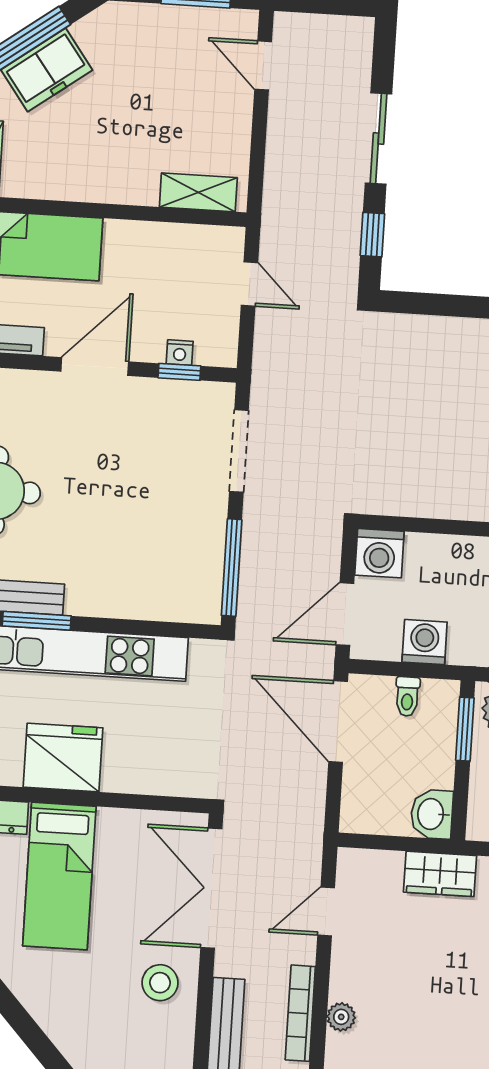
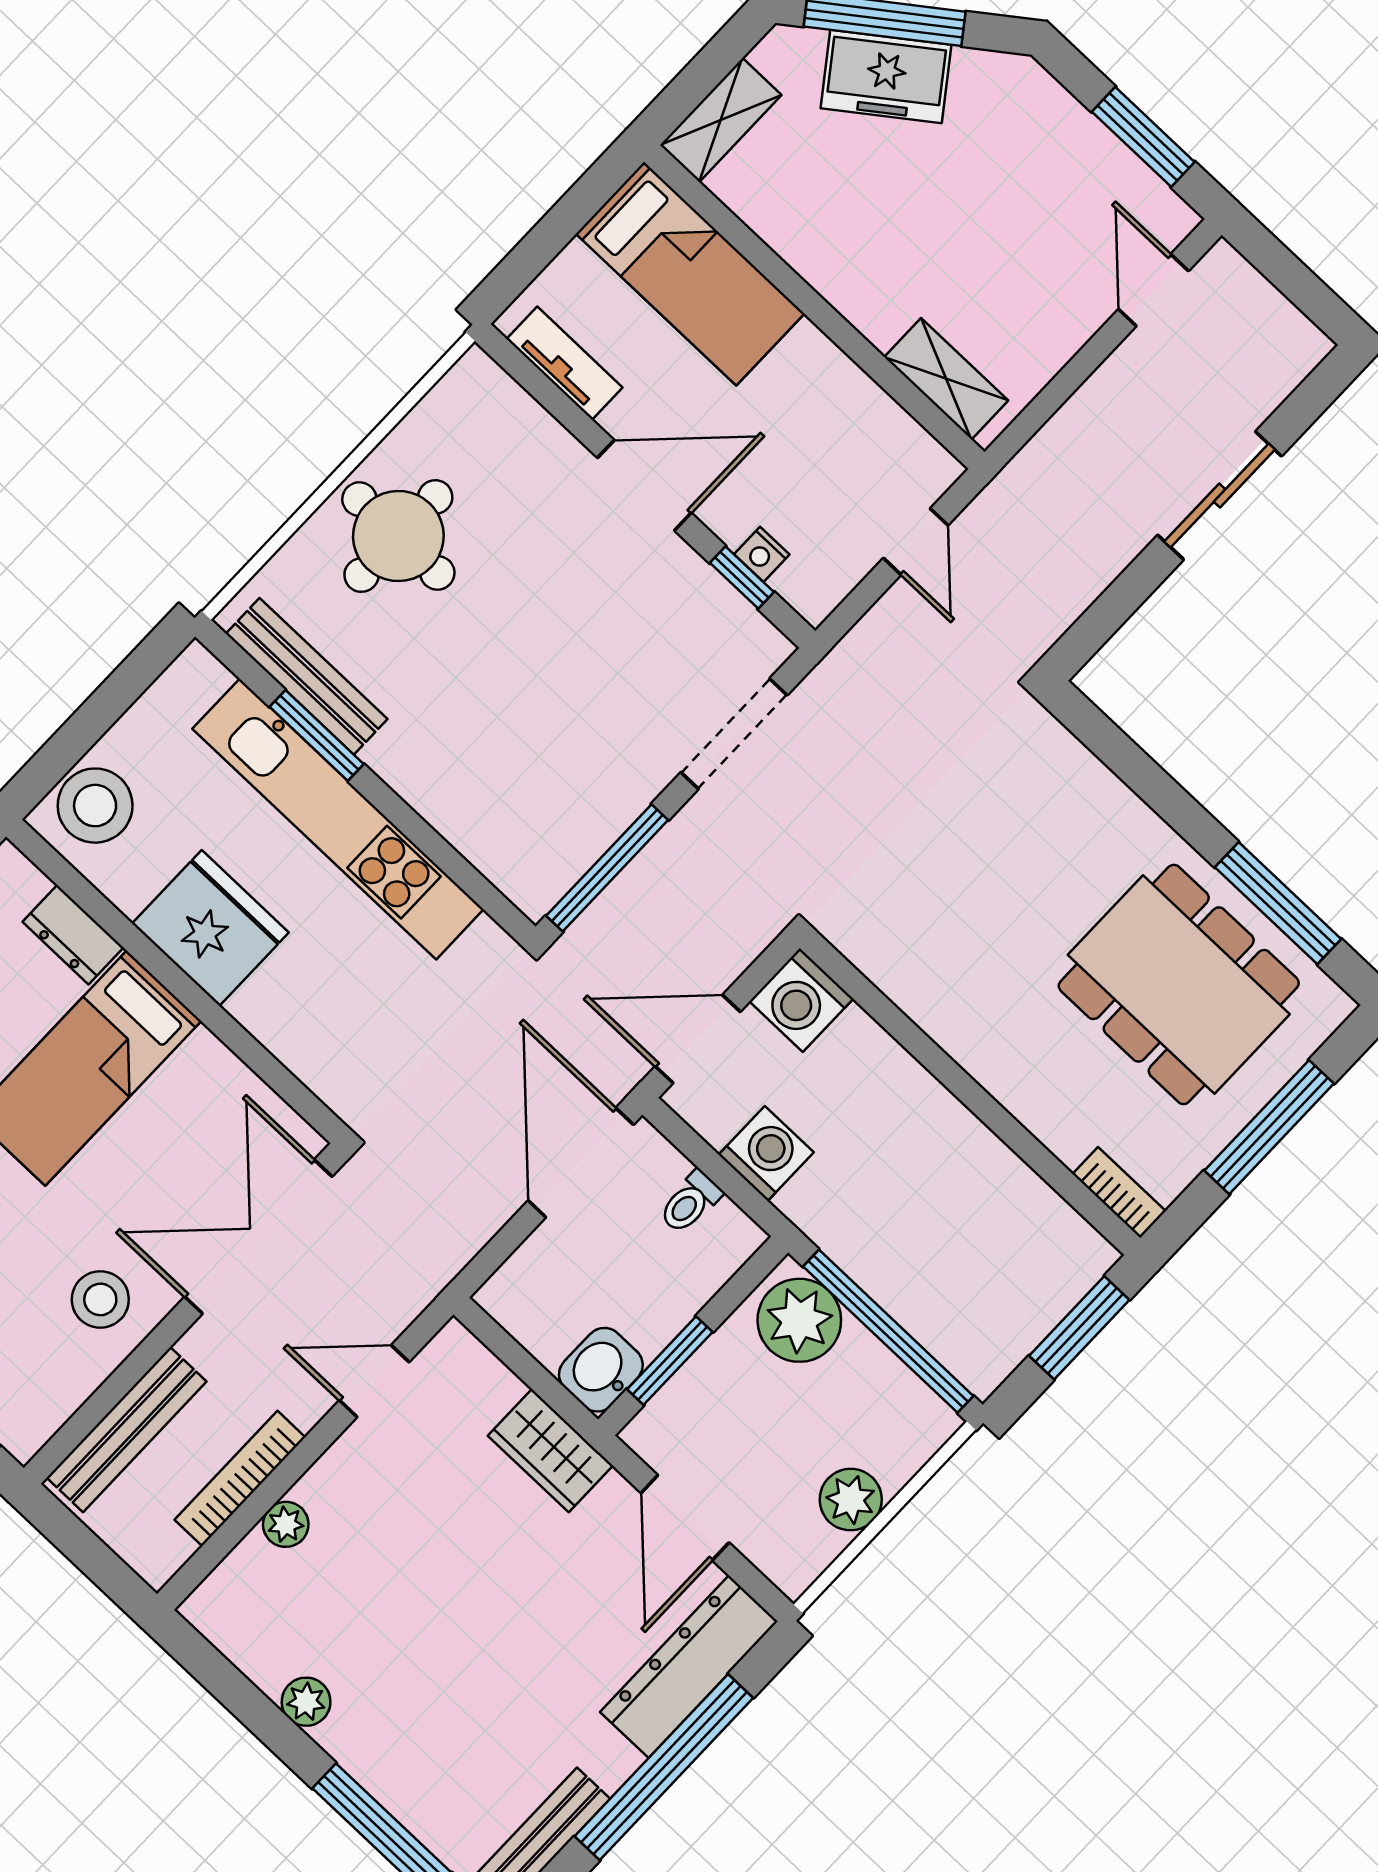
window: (372, 235) -> (1115, 606), removed
window: (465, 729) -> (670, 1361), moved

